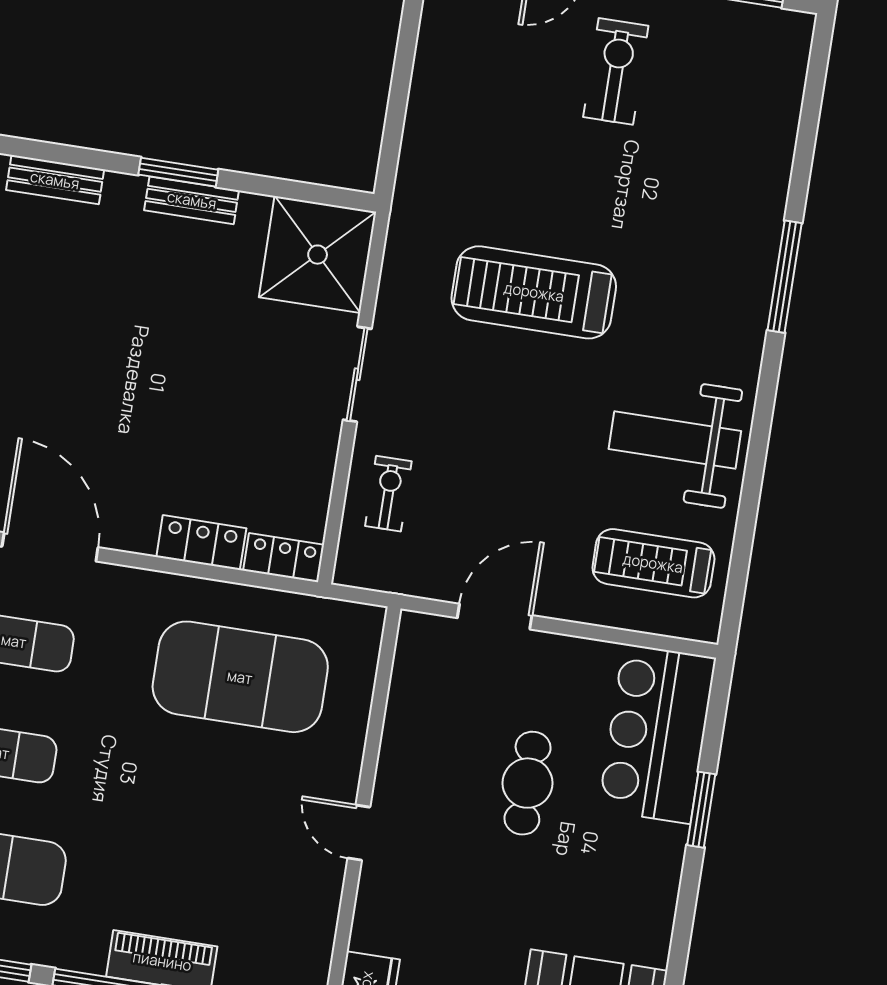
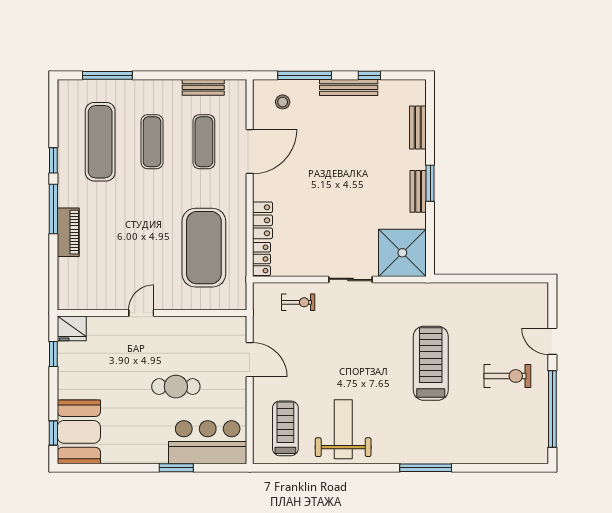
treadmill: (534, 292) -> (431, 363), moved

